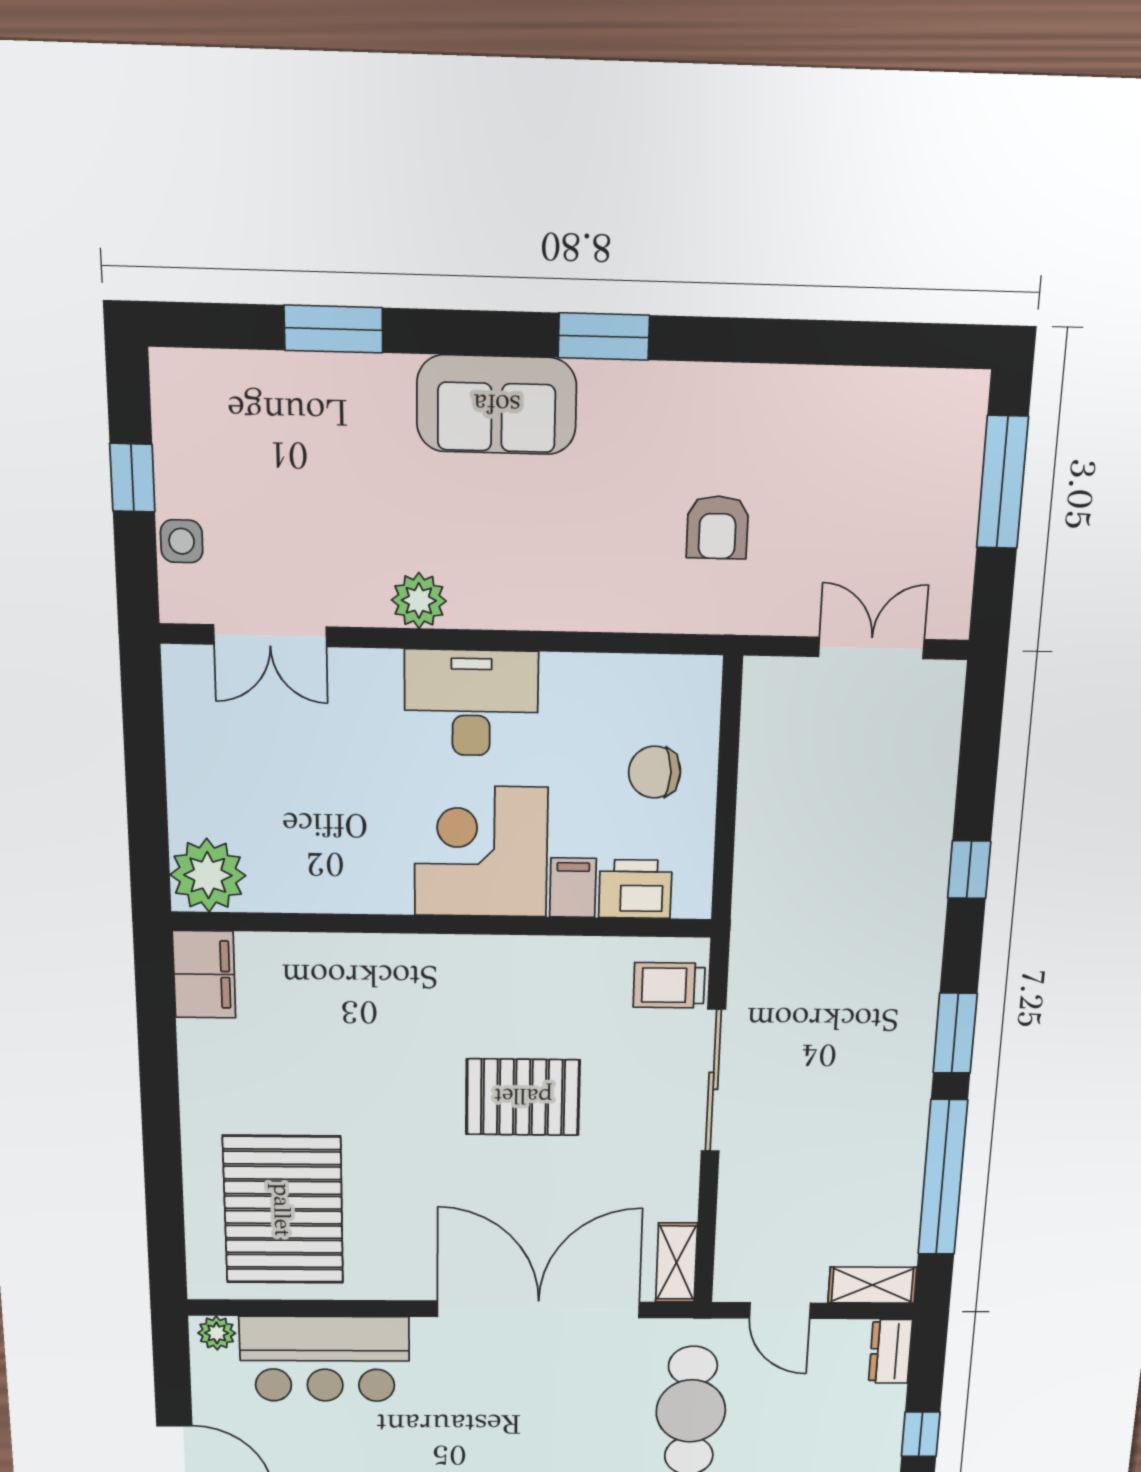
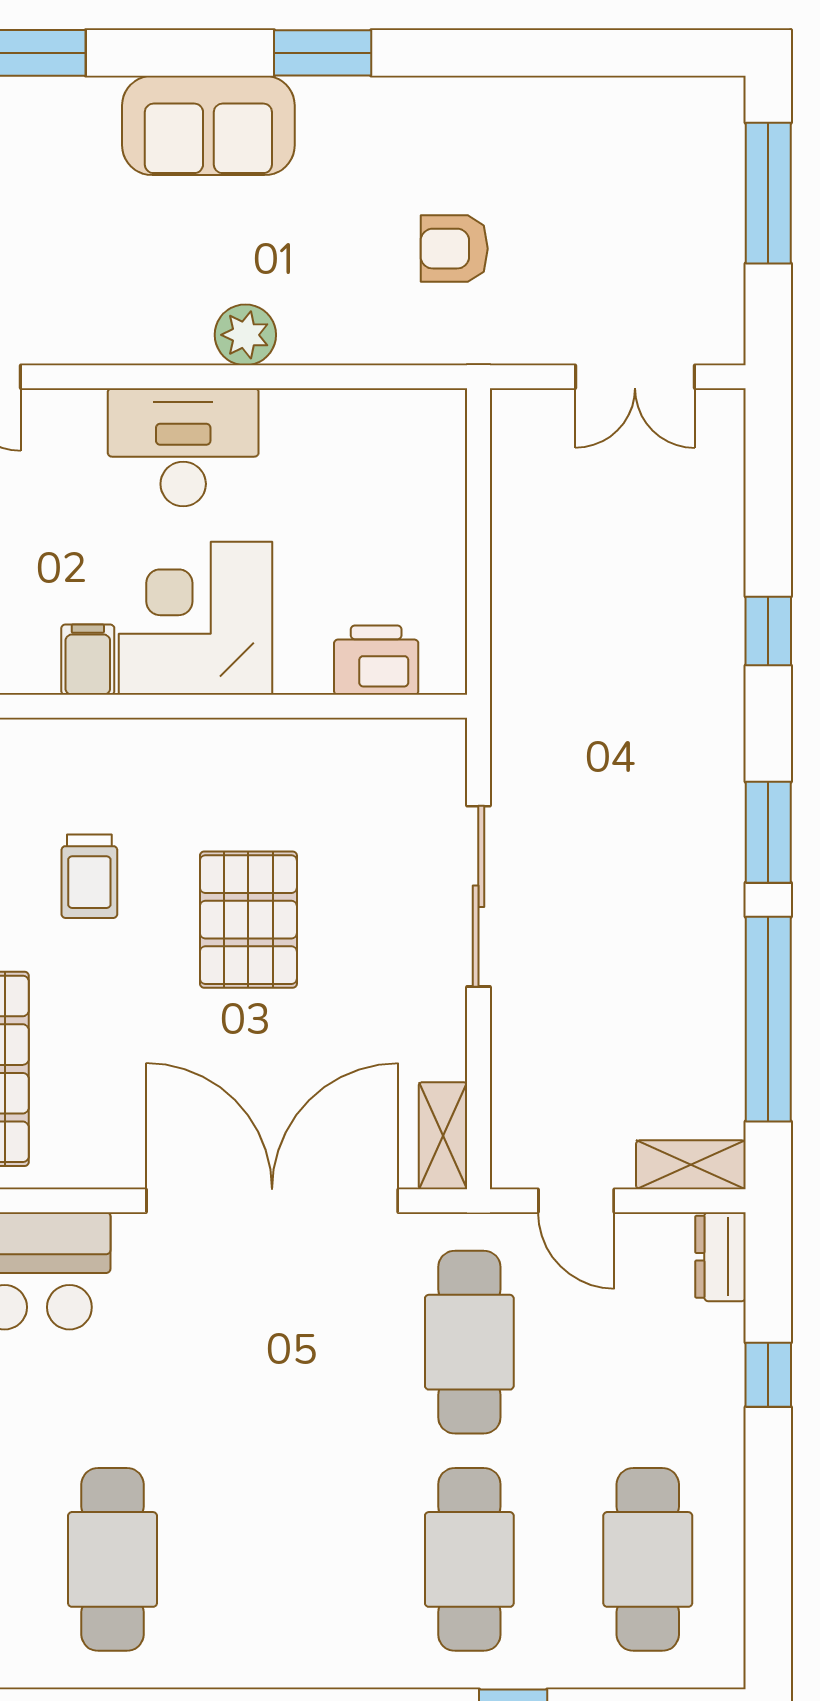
armchair: (717, 527) -> (454, 249), turned 90
plant: (419, 600) -> (245, 335), moved
double door: (871, 648) -> (635, 377), swing flipped
chair: (655, 772) -> (394, 522), removed
filing cabinet: (573, 888) -> (88, 660), moved
trolley: (669, 985) -> (89, 876), moved, turned -90
pallet: (523, 1097) -> (248, 920), turned 90

